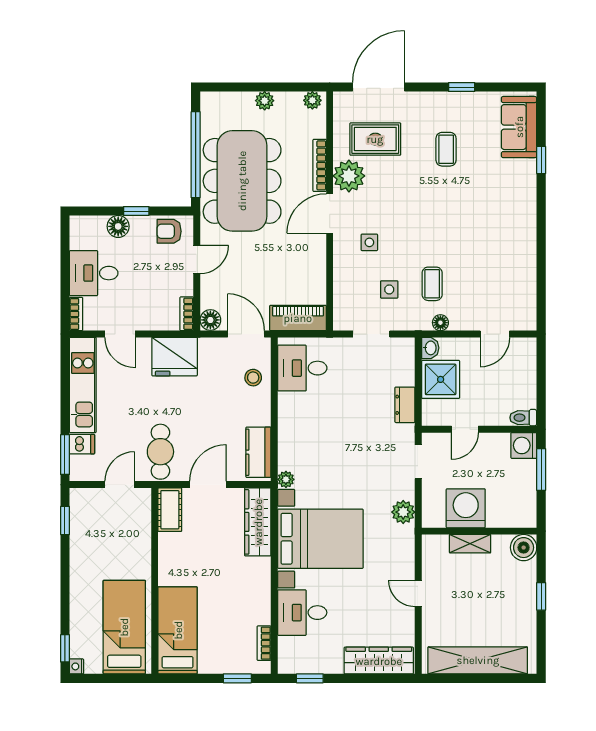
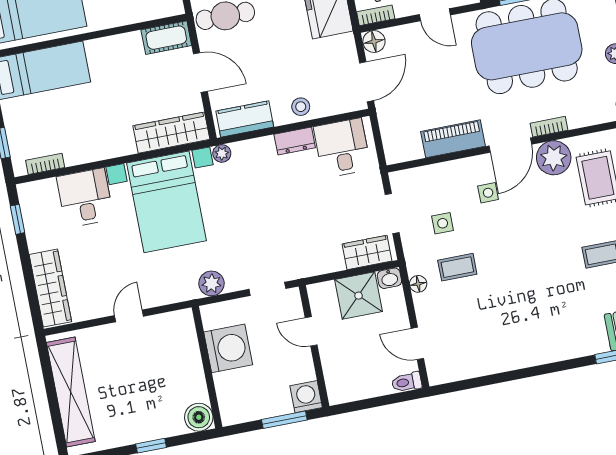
bookcase: (320, 165) -> (549, 127), width x0.64
door: (330, 213) -> (510, 145), swing flipped
piano: (298, 318) -> (453, 139), moved, turned -90
wardrobe: (403, 364) -> (367, 252), added
stool: (253, 378) -> (301, 107), moved
dresser: (405, 405) -> (295, 141), moved, turned 180
toilet: (523, 418) -> (407, 382), moved, turned -90
shelving: (470, 544) -> (192, 360), removed

